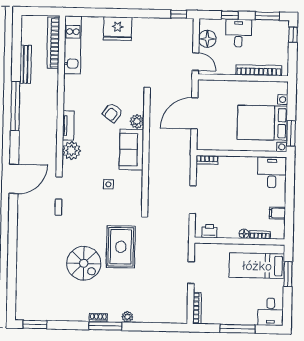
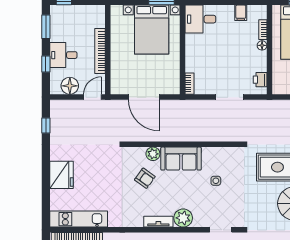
window: (179, 14) -> (46, 126), moved
bookcase: (259, 70) -> (100, 51), moved

